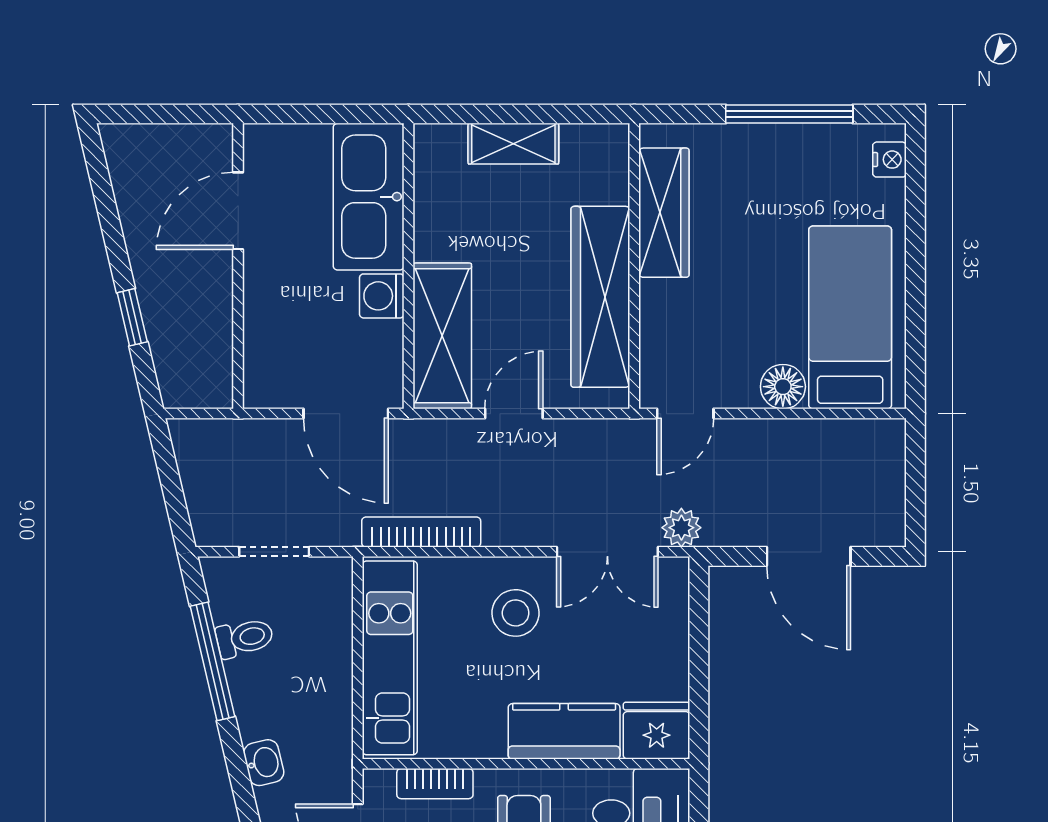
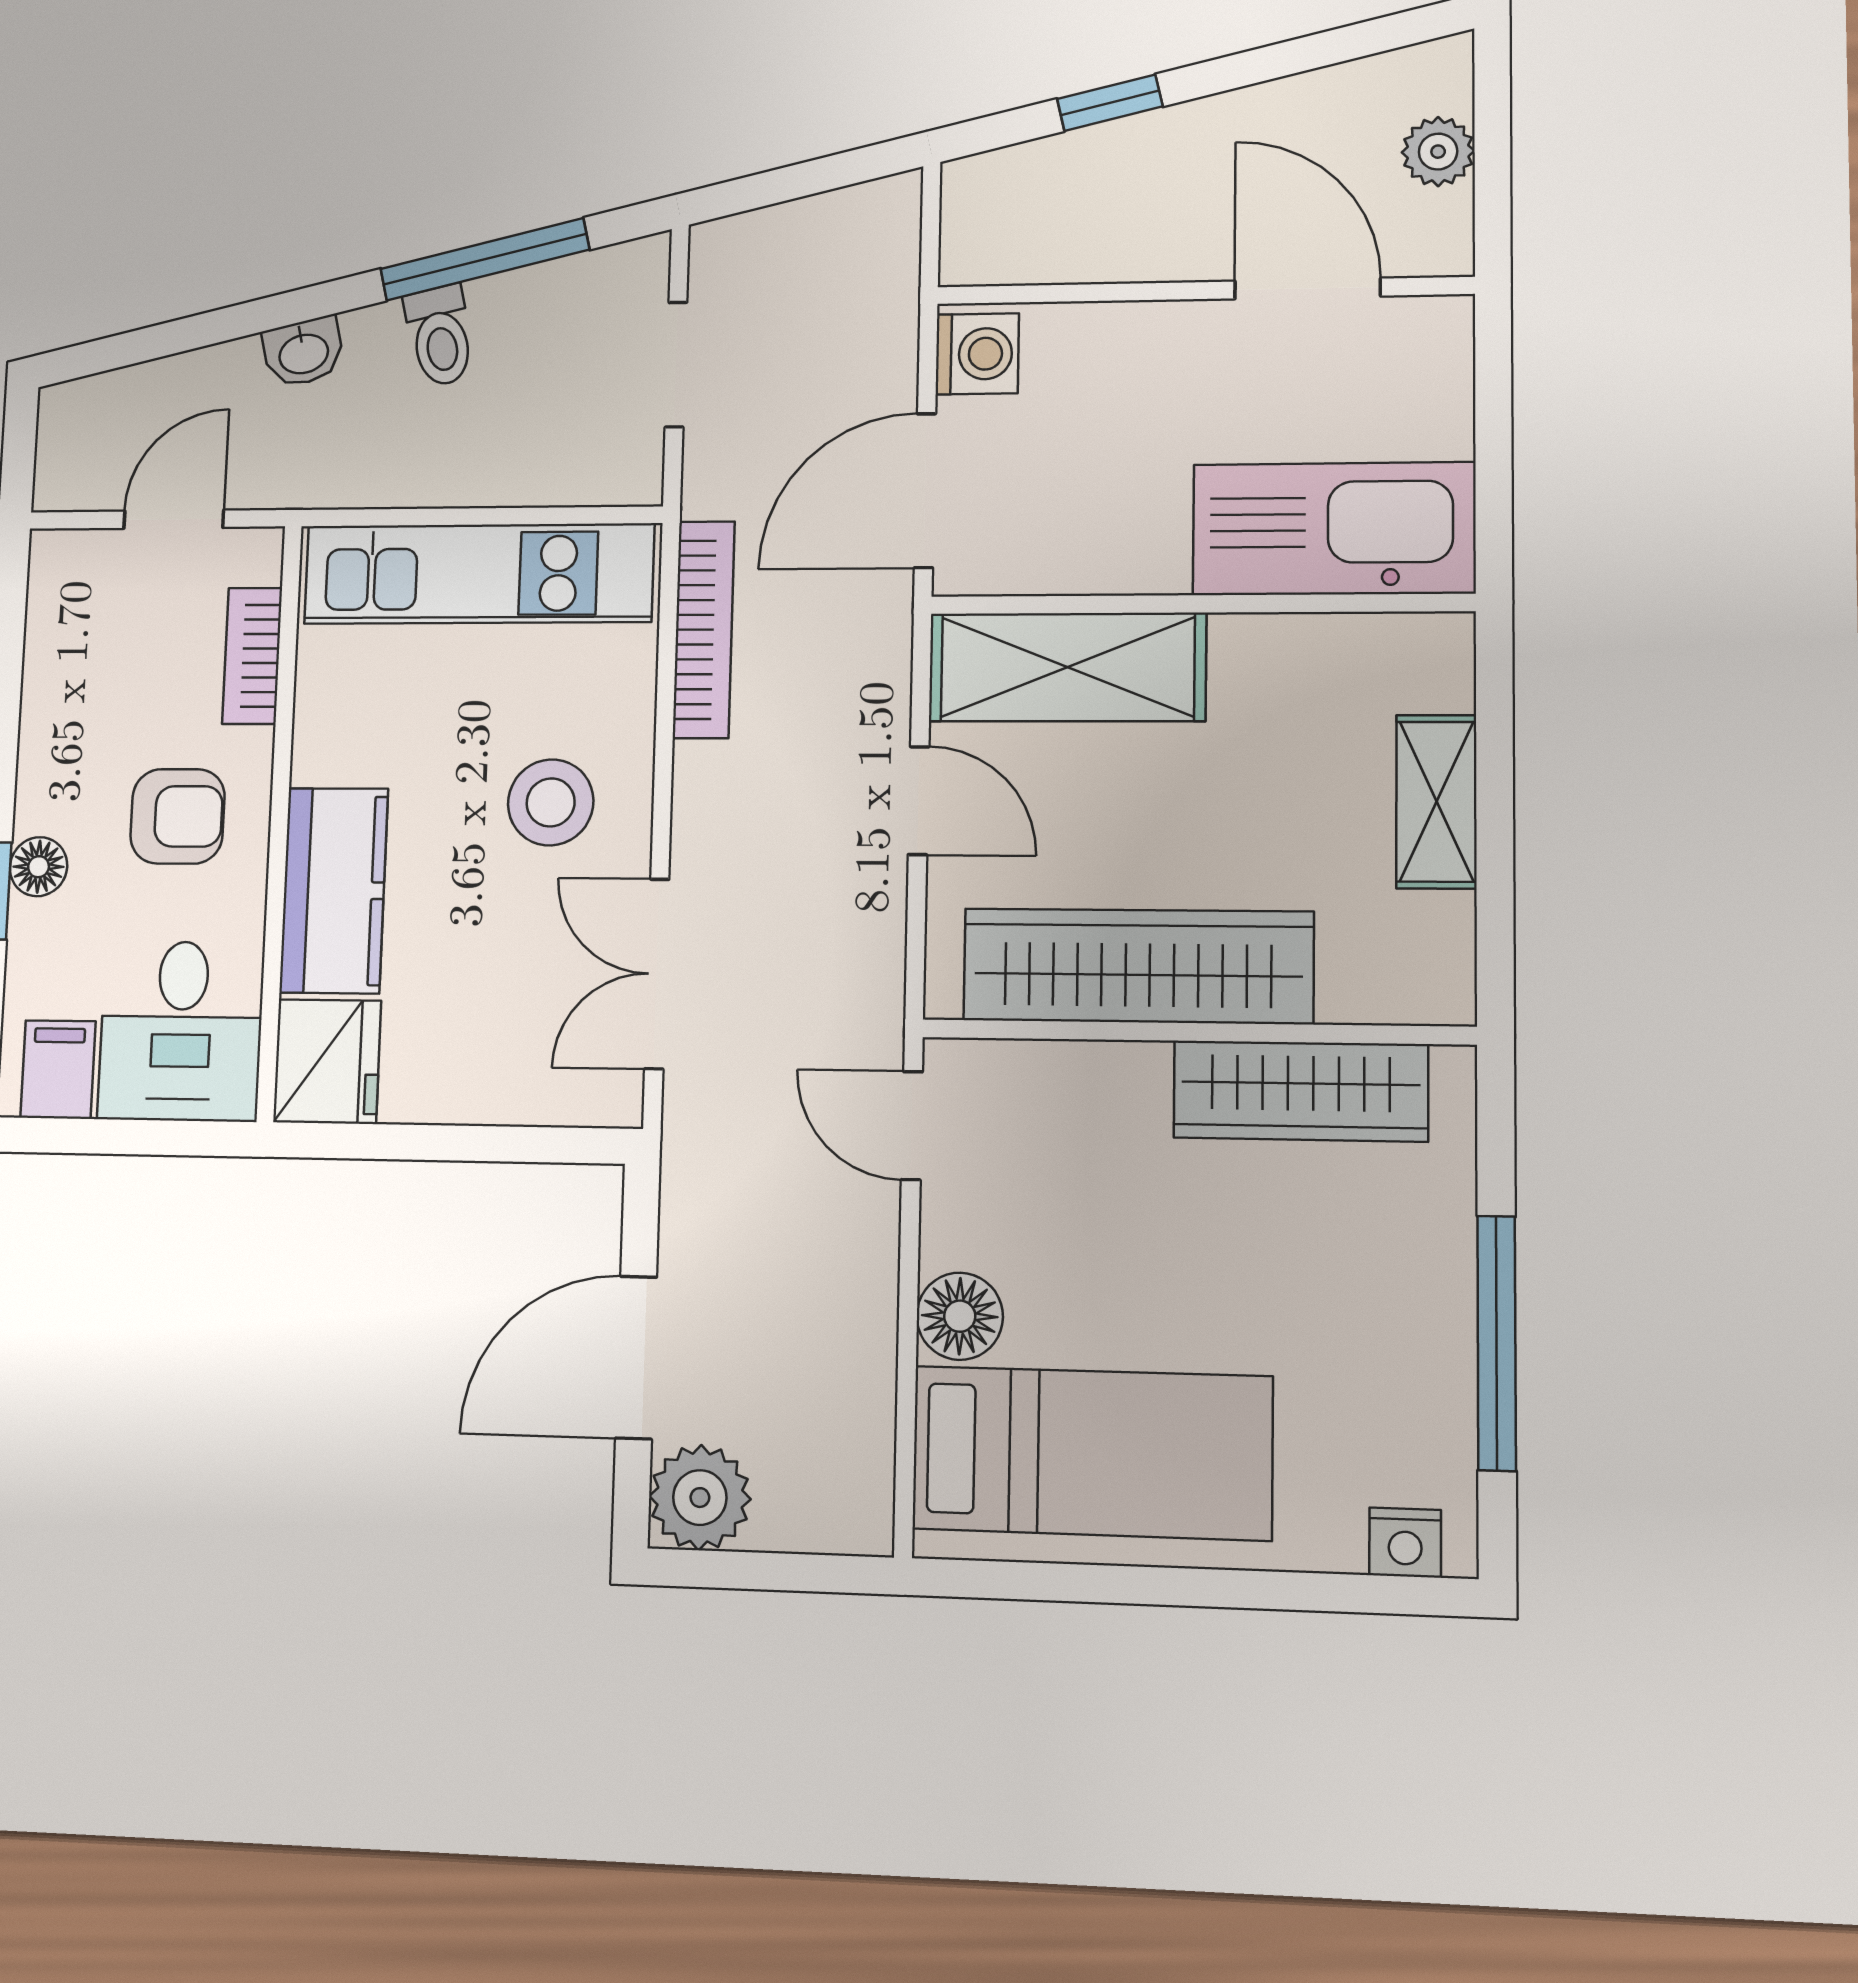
plant: (164, 142) -> (1438, 152), added
washing machine: (382, 296) -> (977, 354), moved, turned 90
plant: (681, 528) -> (700, 1498), moved, width x1.38, depth x1.38
toilet: (245, 638) -> (440, 336), moved

